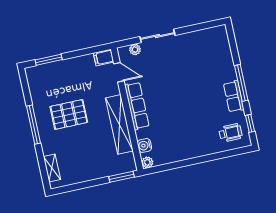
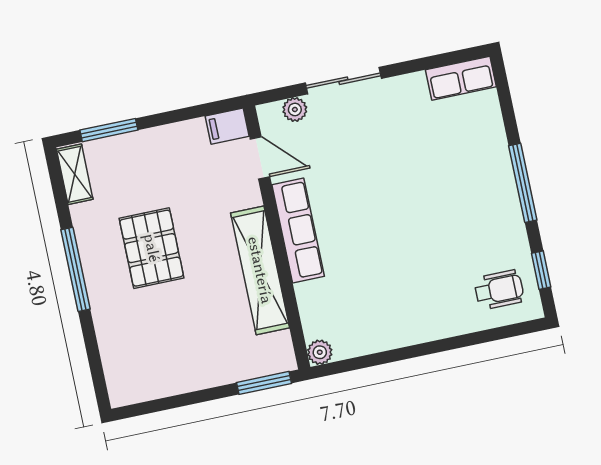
row of seats: (234, 96) -> (461, 78), moved, turned -90
pallet: (69, 114) -> (152, 248), turned 90
water cooler: (144, 145) -> (314, 316), removed
shelving: (52, 168) -> (75, 174), moved

